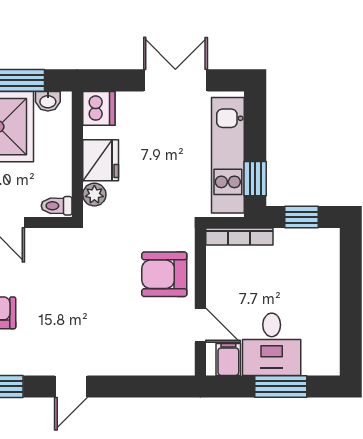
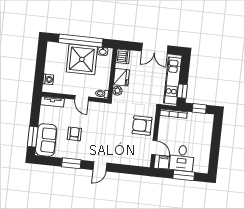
double door: (175, 80) -> (155, 48), swing flipped

